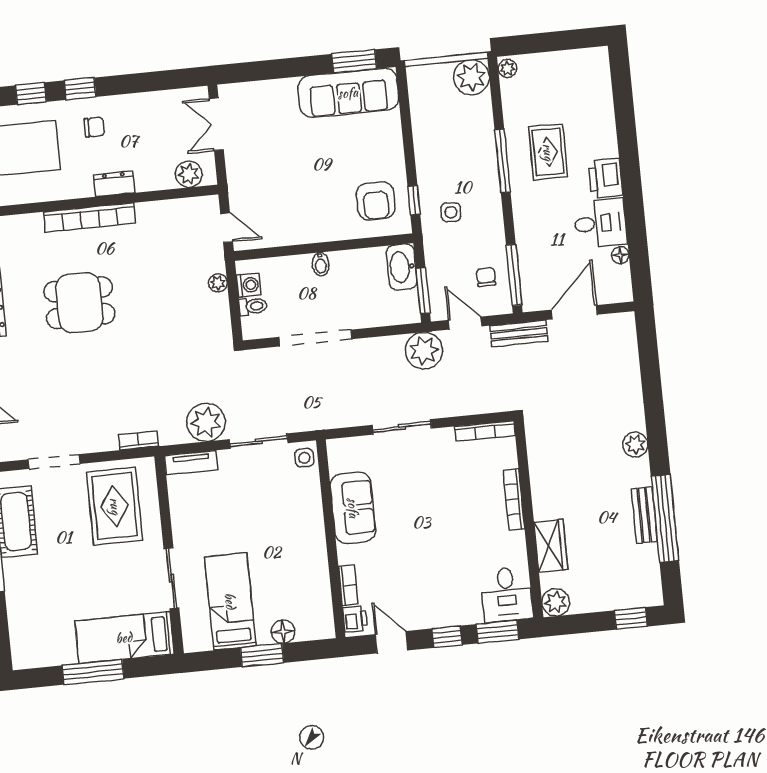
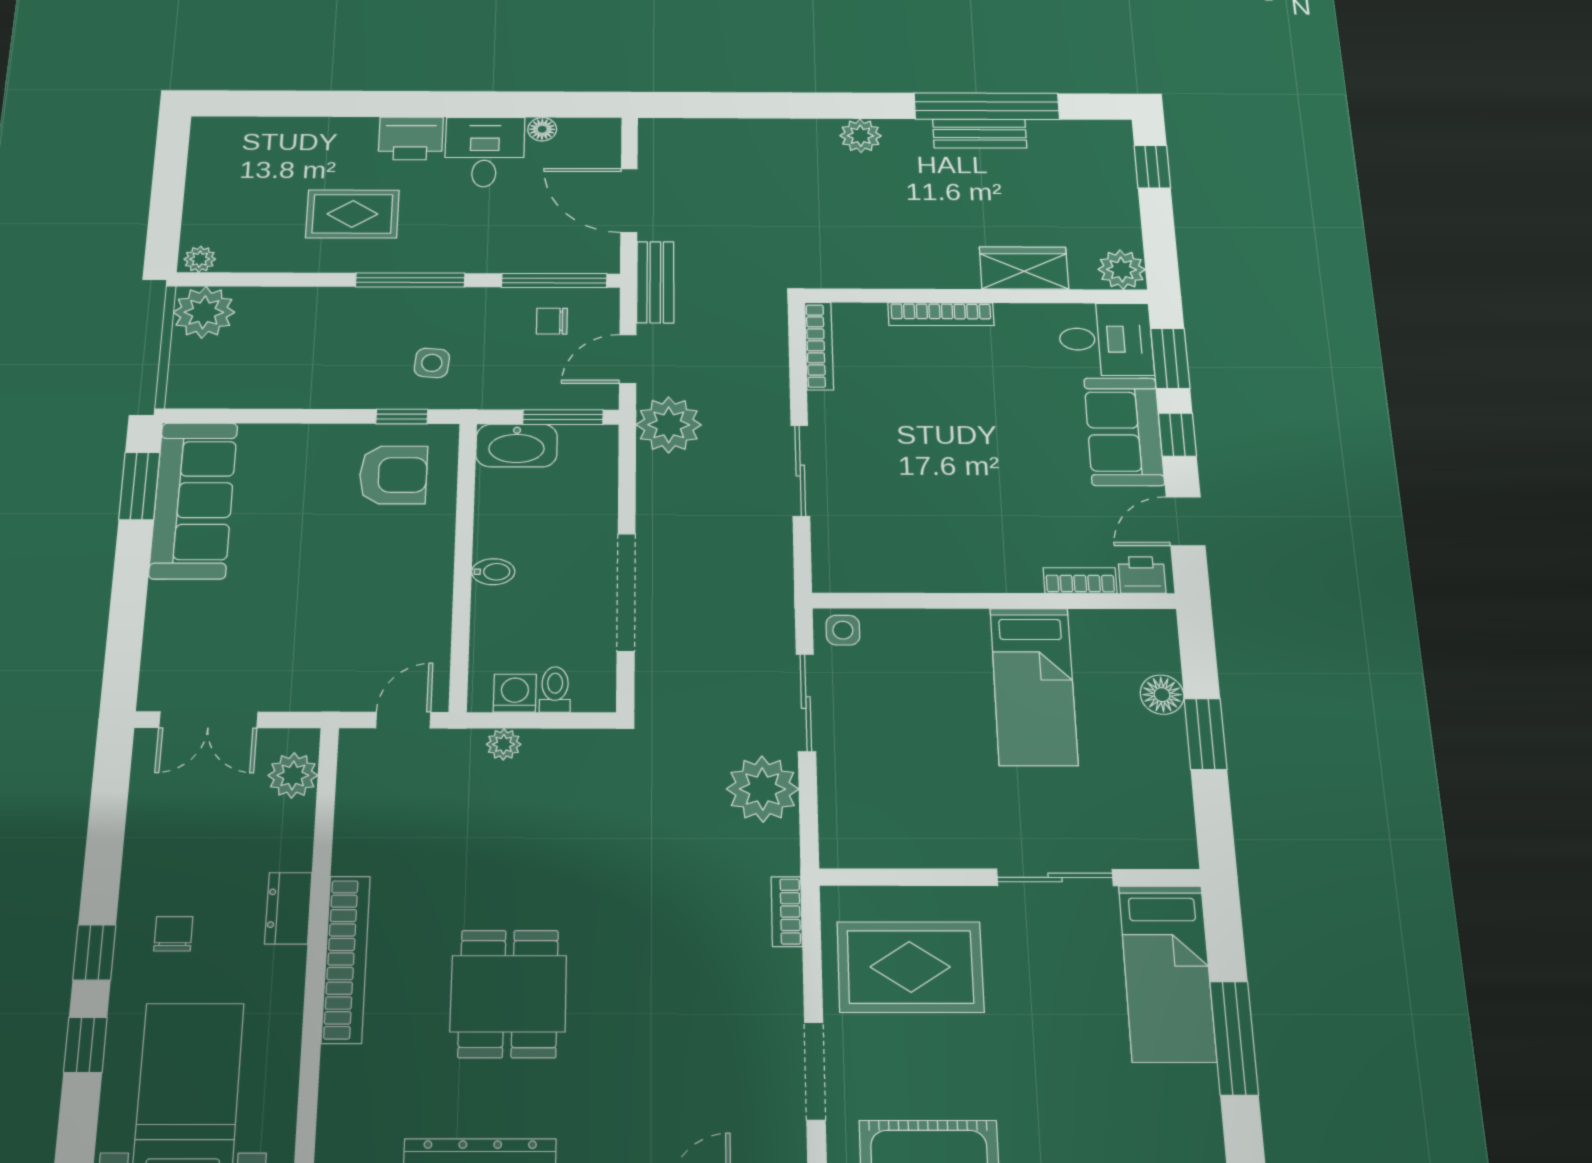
window: (503, 161) -> (410, 280), moved
tv unit: (191, 463) -> (837, 822), removed
sofa: (353, 508) -> (1124, 431), moved, turned -90
bed: (230, 601) -> (1034, 686), moved, turned -90

